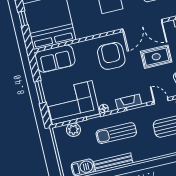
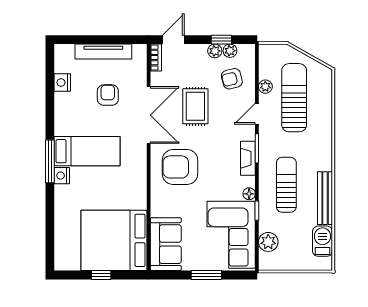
sun lounger: (116, 133) -> (286, 185), turned 180

